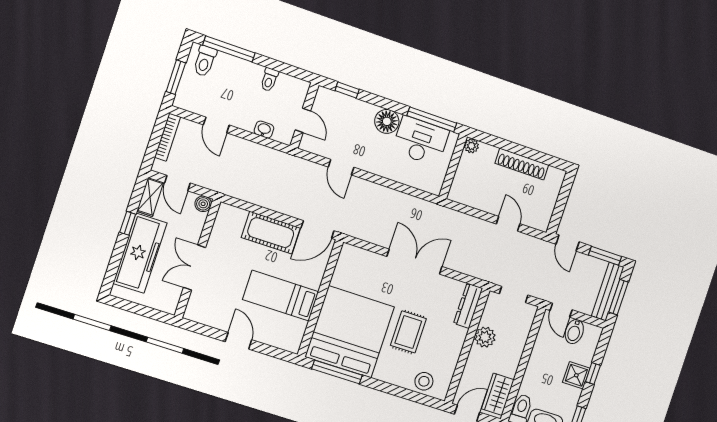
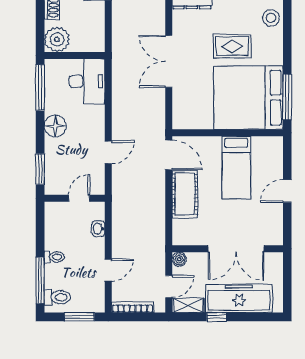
toilet: (269, 80) -> (54, 257), moved
window: (347, 90) -> (40, 169), width x1.50
desk: (421, 141) -> (87, 81), moved, turned 180
plant: (471, 146) -> (57, 39), width x1.88, depth x1.88
double door: (195, 267) -> (236, 249), width x1.37

